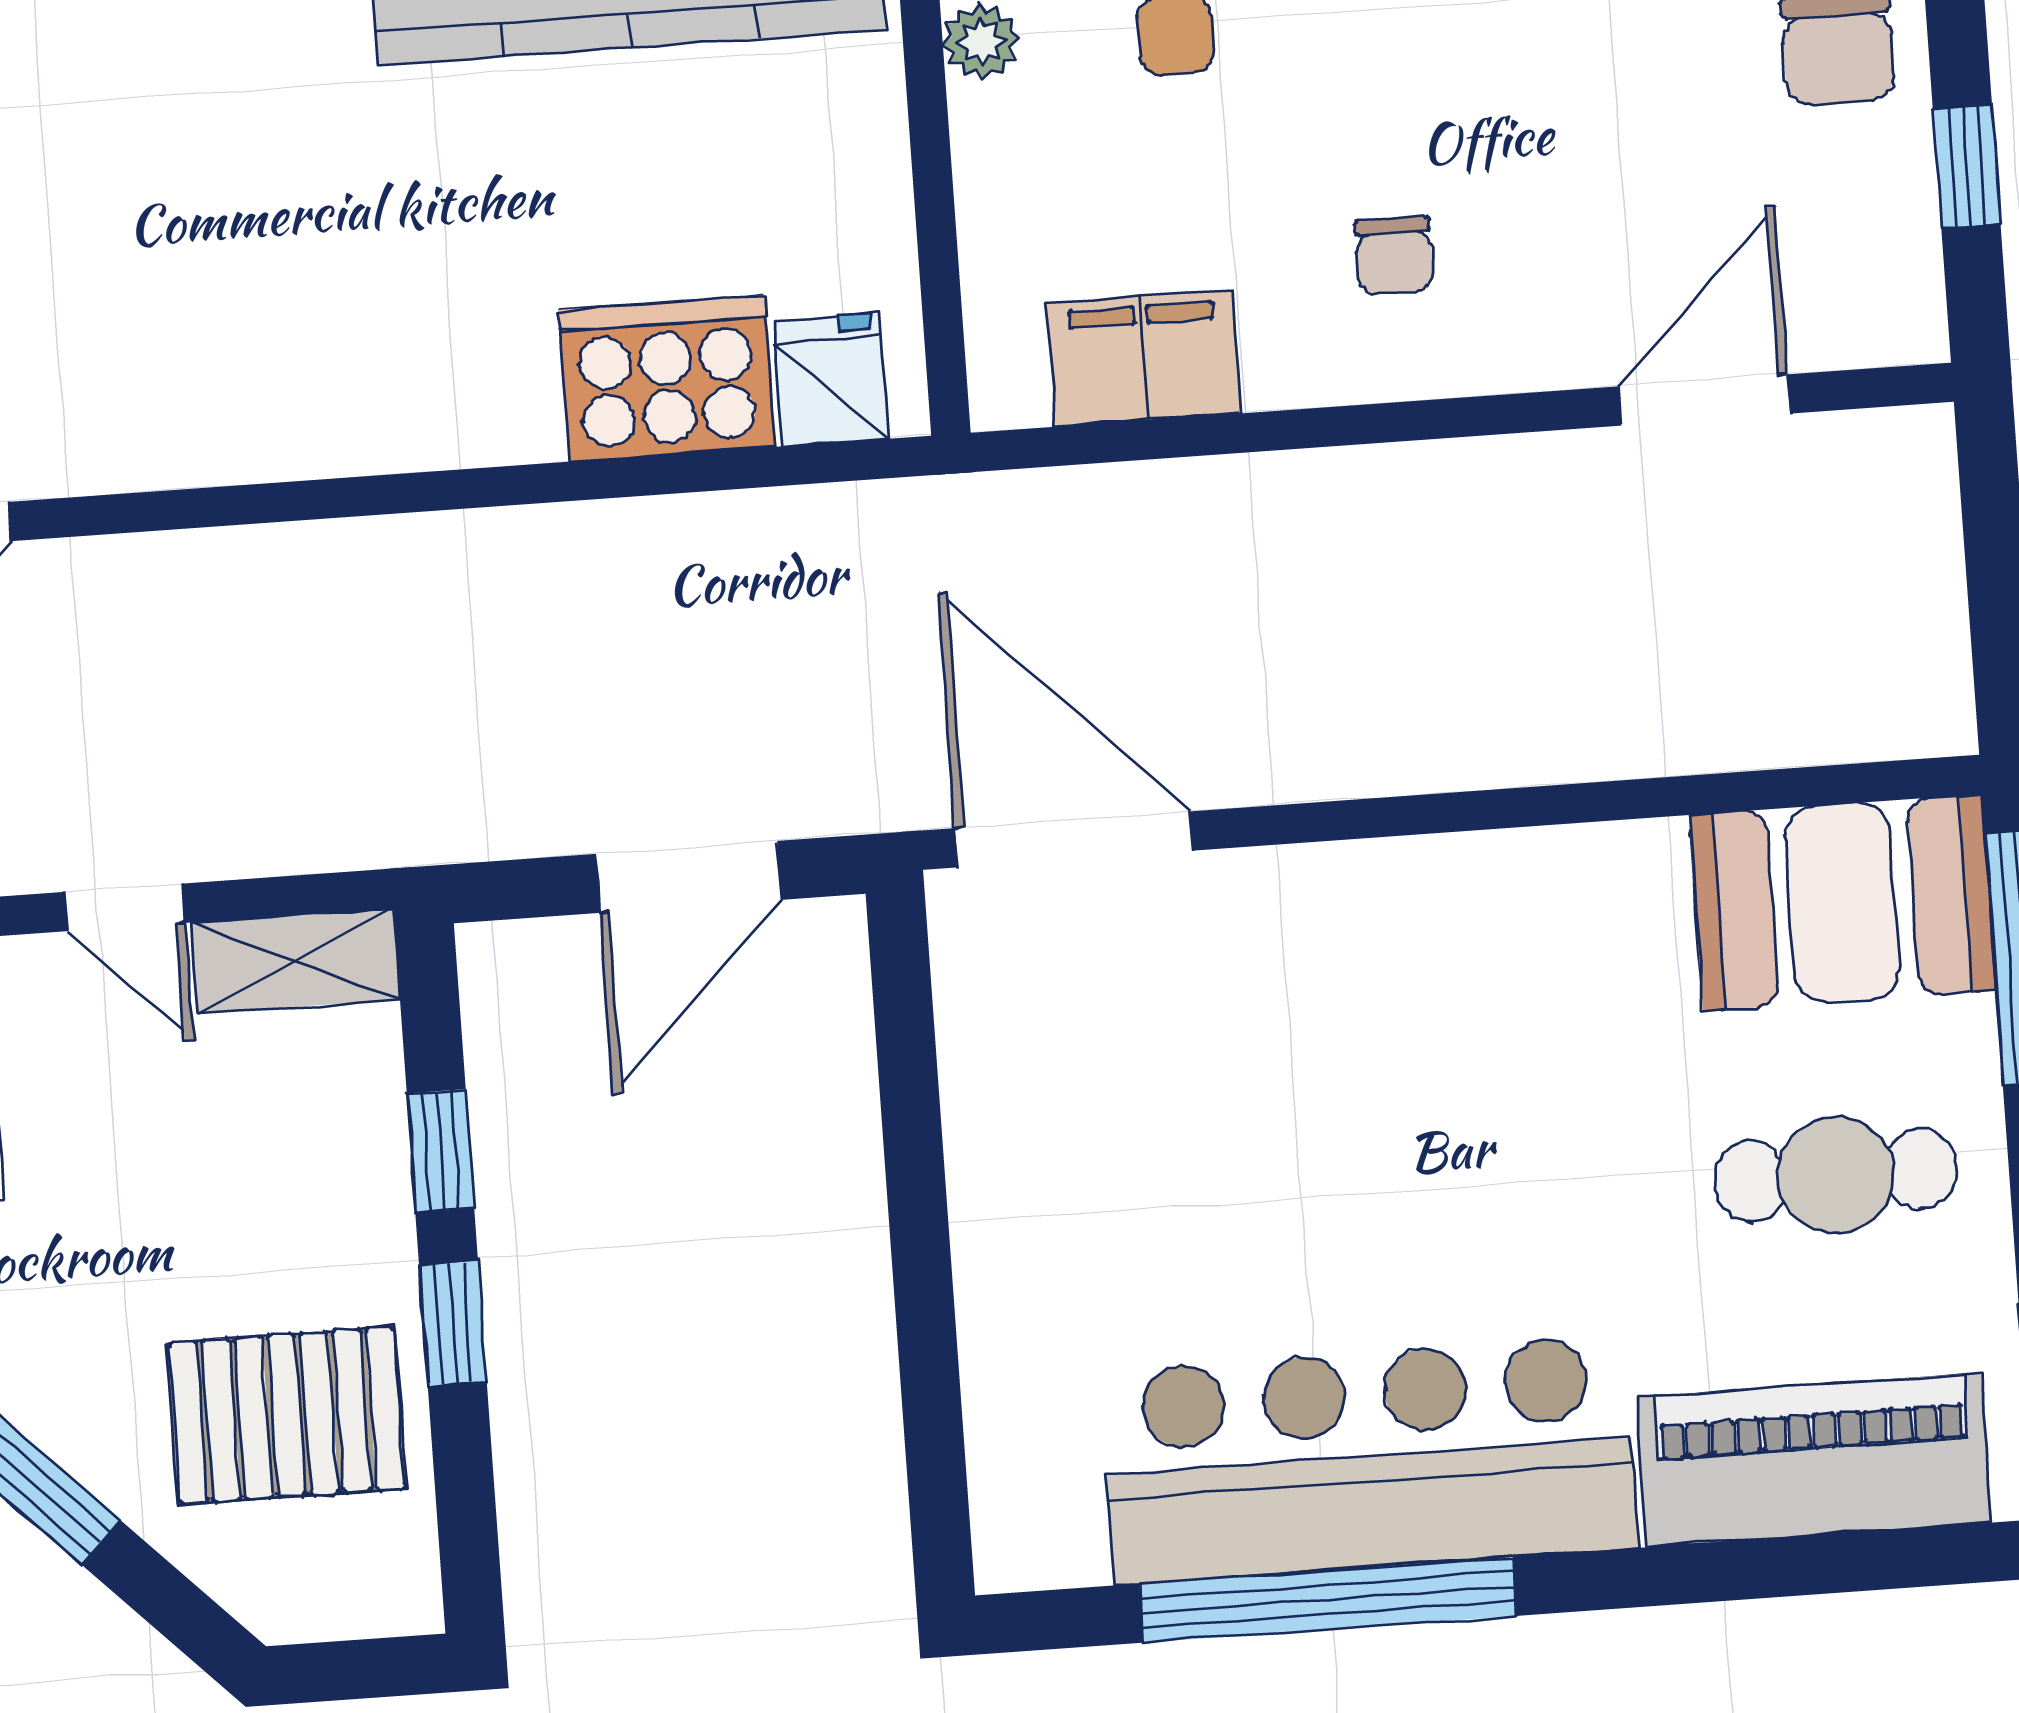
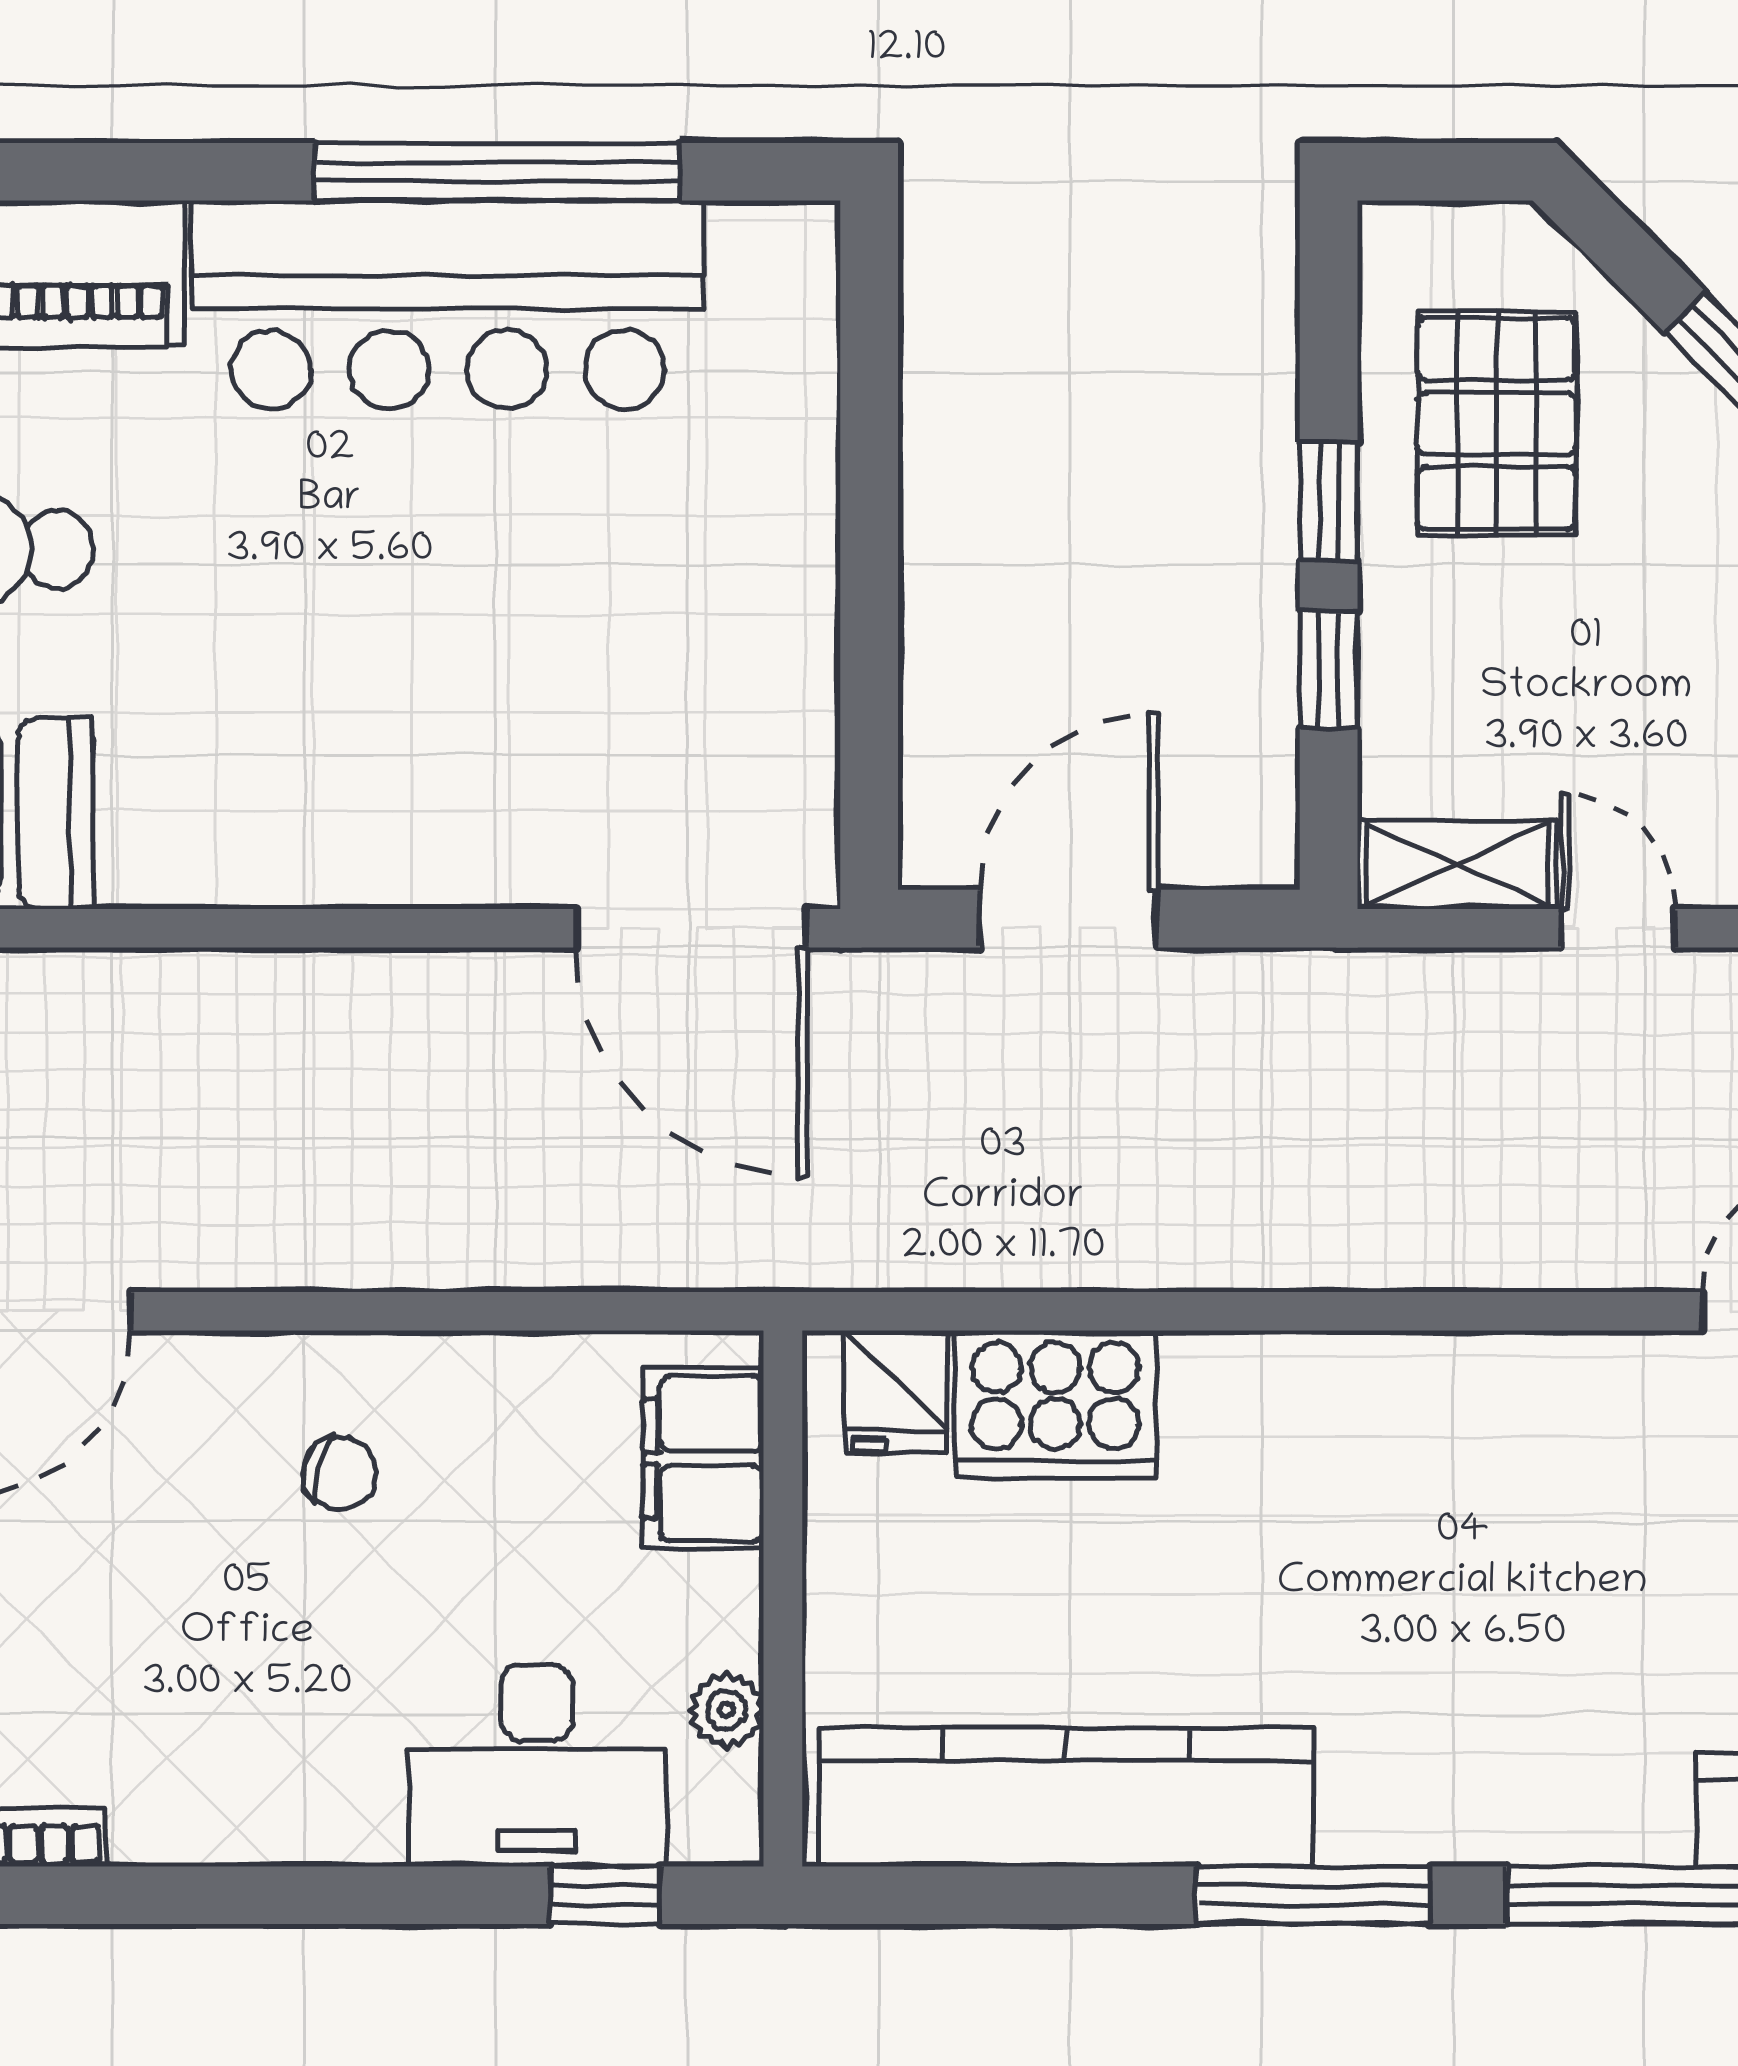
chair: (1395, 255) -> (340, 1473), turned 105
filing cabinet: (1144, 358) -> (703, 1459), moved, turned 90
pallet: (287, 1415) -> (1497, 423), turned 90

